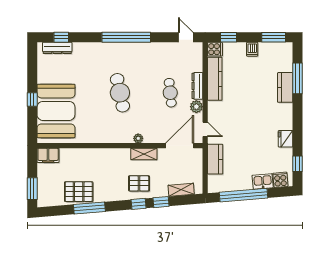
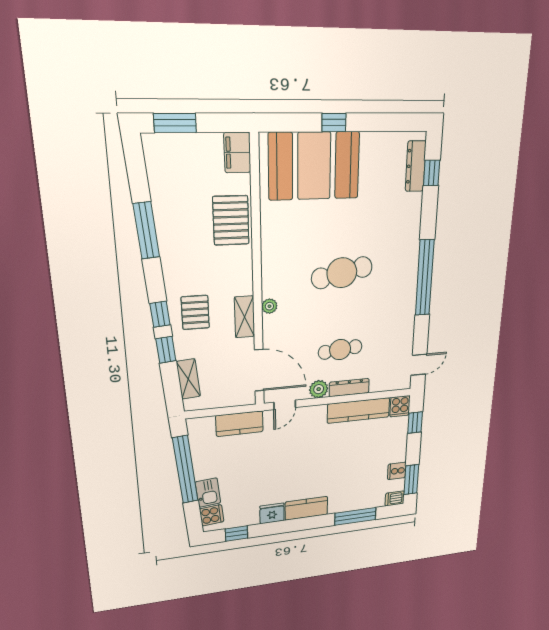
dishwasher: (252, 49) -> (395, 498), moved
cooker: (265, 49) -> (397, 471), added
kitchen counter: (285, 87) -> (306, 508), moved
pallet: (79, 192) -> (231, 220), moved

